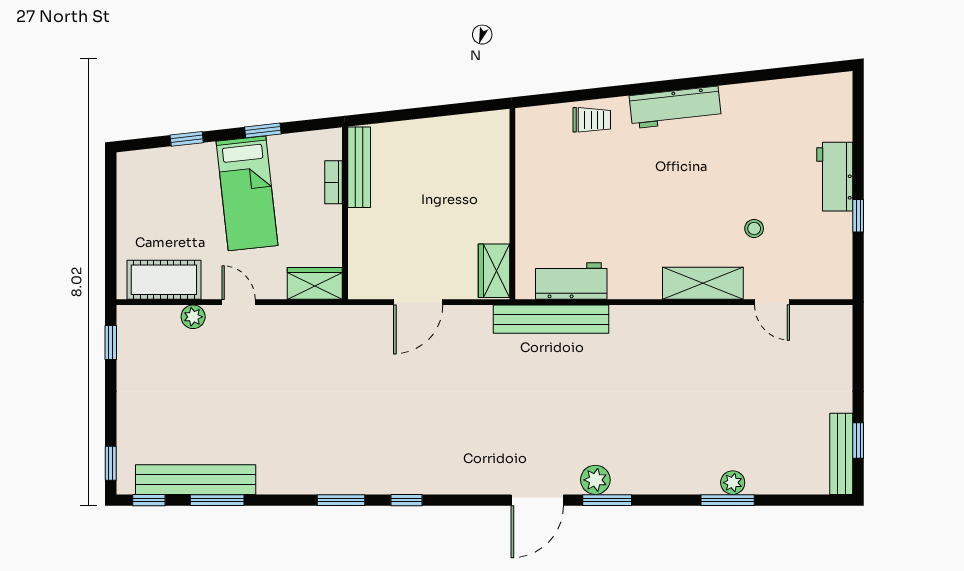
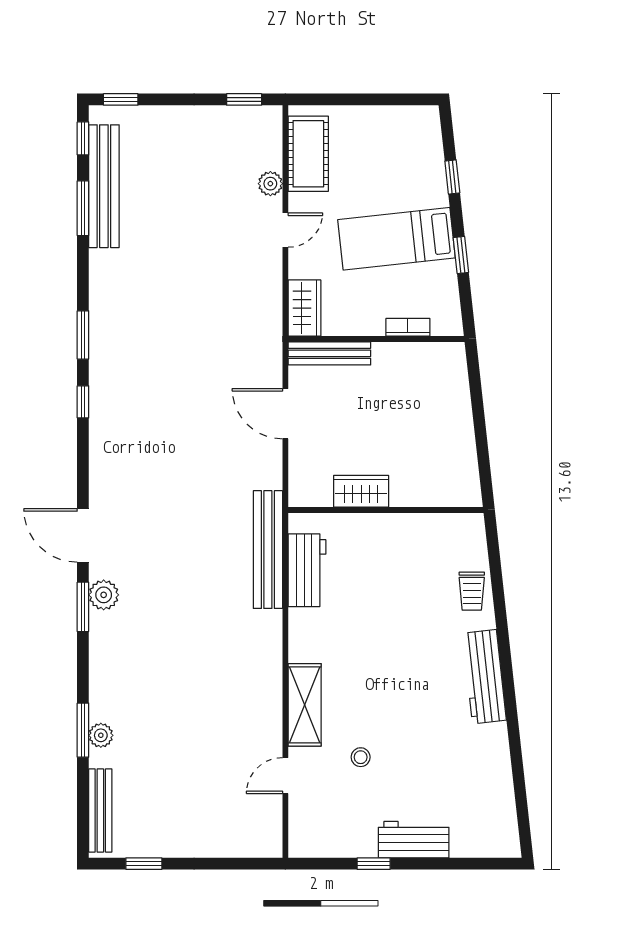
bench: (359, 167) -> (329, 353), moved
wardrobe: (494, 271) -> (361, 491), moved
bench: (841, 454) -> (100, 810), moved, turned 90

